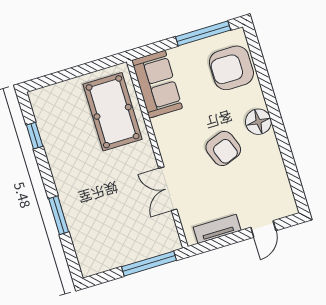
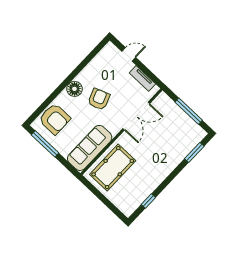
sofa: (157, 84) -> (90, 148), width x1.36
double door: (168, 189) -> (136, 116), width x1.37
window: (59, 215) -> (194, 152), moved
window: (149, 264) -> (189, 111), moved

